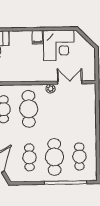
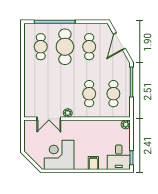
filing cabinet: (37, 37) -> (93, 163), moved
cafe table: (29, 109) -> (89, 94), width x0.73, depth x0.74

